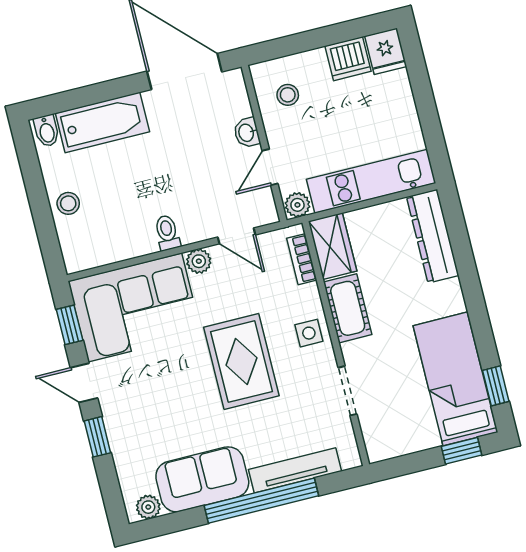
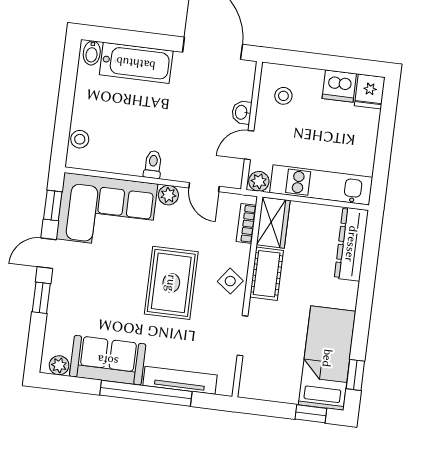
stool: (68, 203) -> (80, 139), moved
side table: (309, 333) -> (230, 281), turned 37
door: (84, 383) -> (47, 253), hinge flipped

